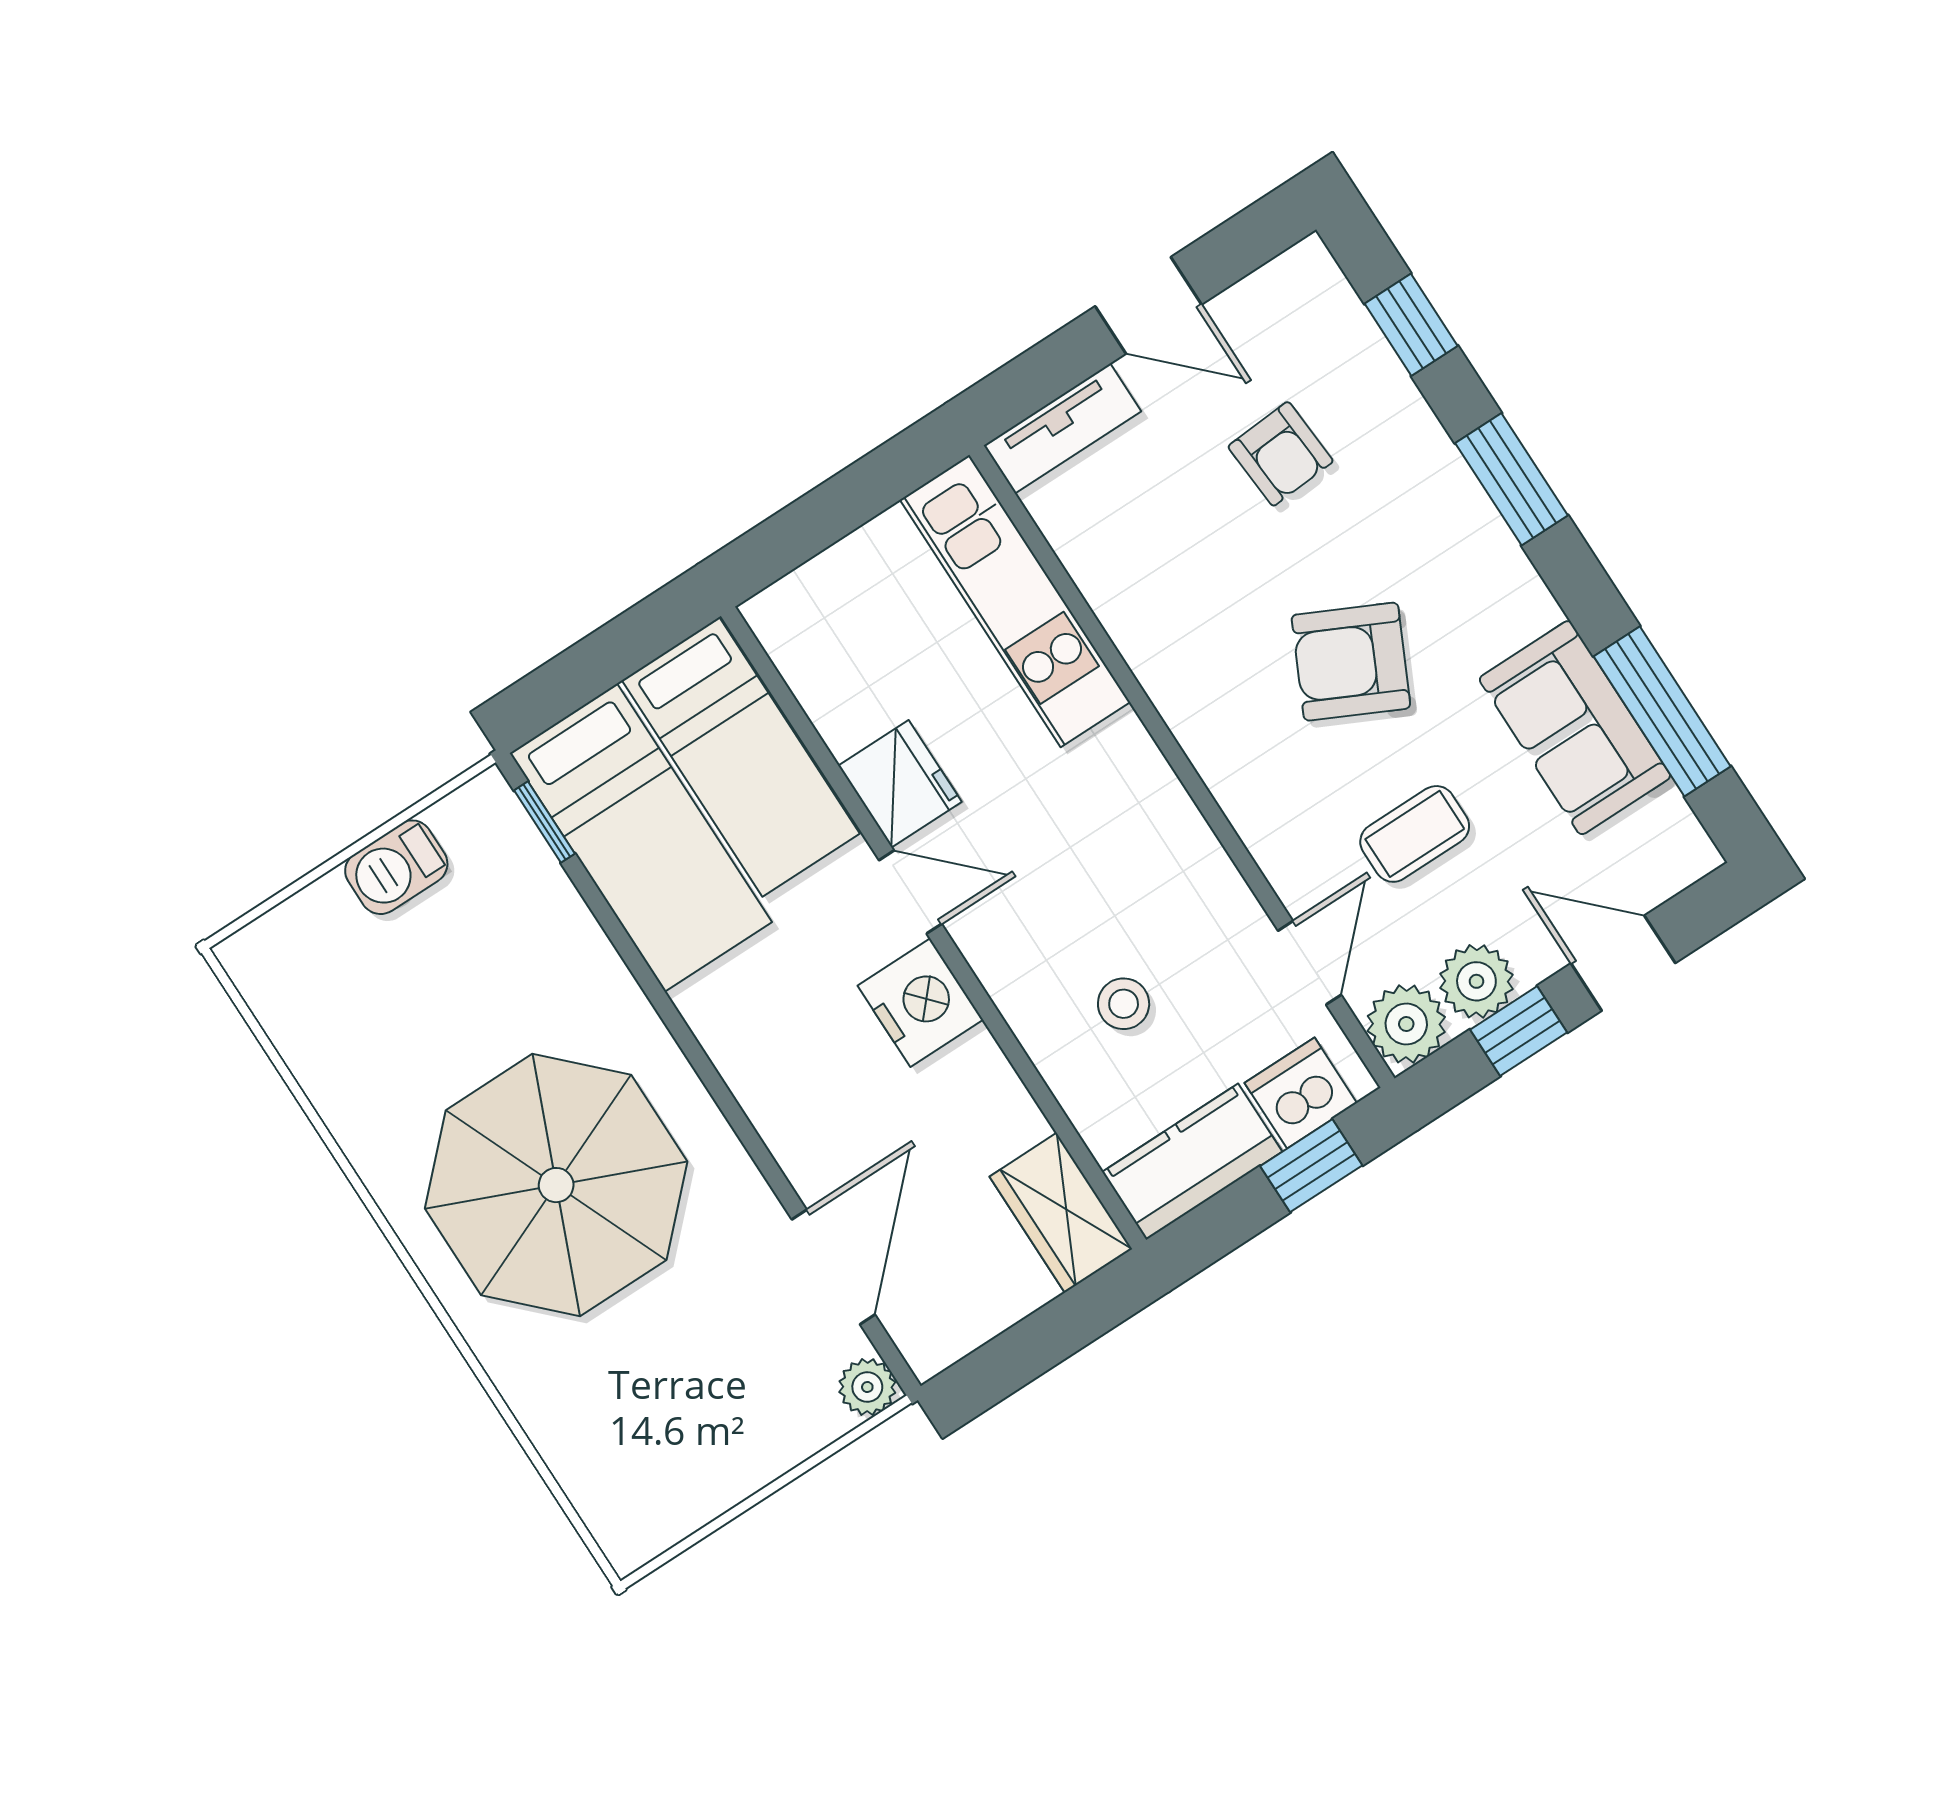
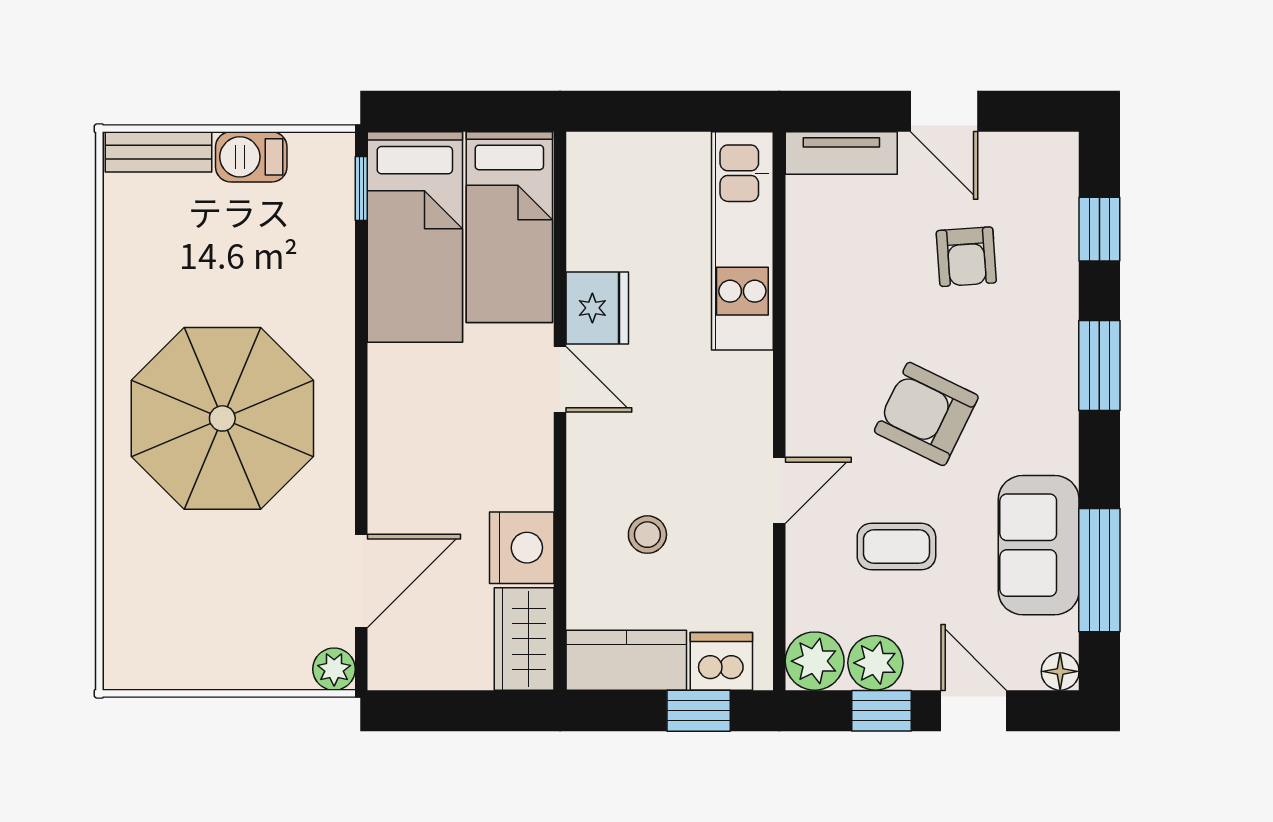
floor lamp: (1692, 855) -> (1060, 671), added
bench: (288, 930) -> (159, 152), added
door: (1310, 963) -> (779, 490), moved
nightstand: (920, 1003) -> (522, 548), moved

